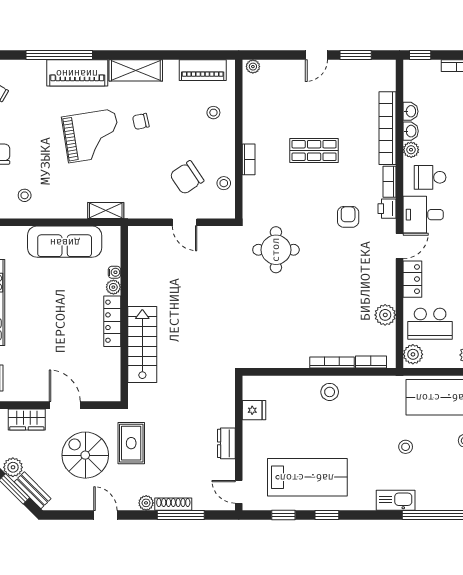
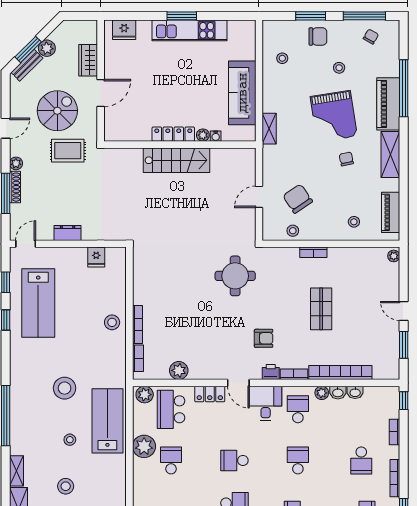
stool: (36, 130) -> (339, 68), added
stairs: (142, 345) -> (176, 160), moved
stool: (406, 447) -> (65, 388), width x1.89, depth x1.89
kitchen sink: (396, 500) -> (18, 379), removed

